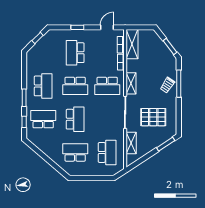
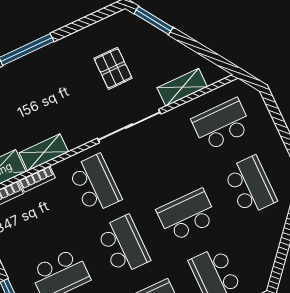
shelving: (131, 83) -> (44, 152), moved
trolley: (167, 85) -> (39, 70), removed
pallet: (153, 117) -> (113, 68), width x0.67, depth x0.71
school desk: (75, 152) -> (250, 185), turned 180

